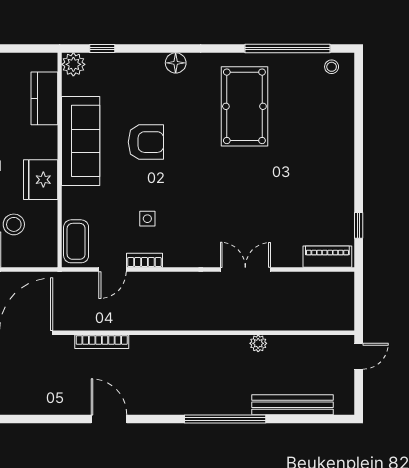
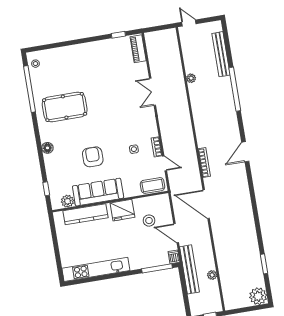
plant: (73, 64) -> (67, 201), moved
kitchen counter: (44, 98) -> (85, 214), width x1.50

